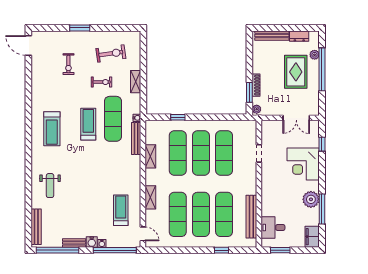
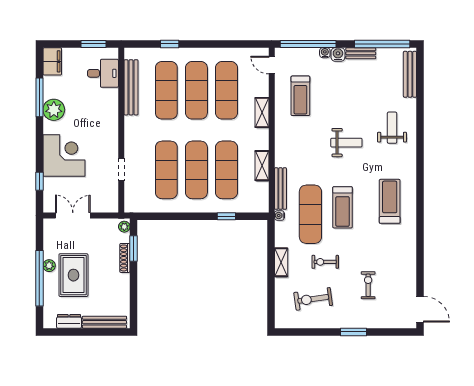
plant: (315, 55) -> (49, 266), moved
weight bench: (85, 174) -> (346, 143), added

